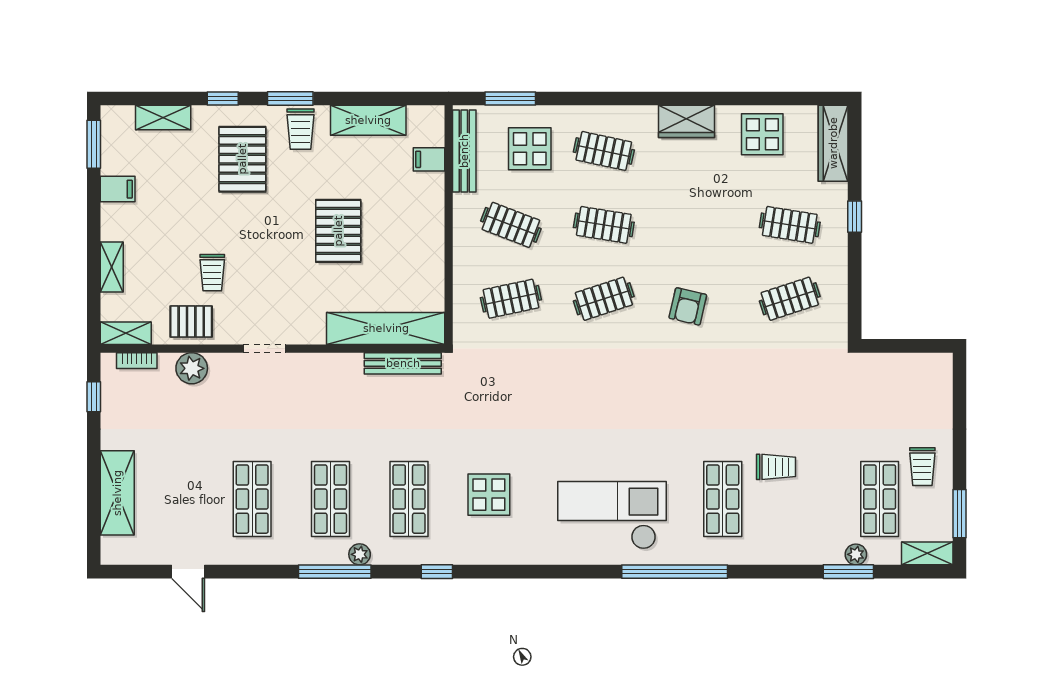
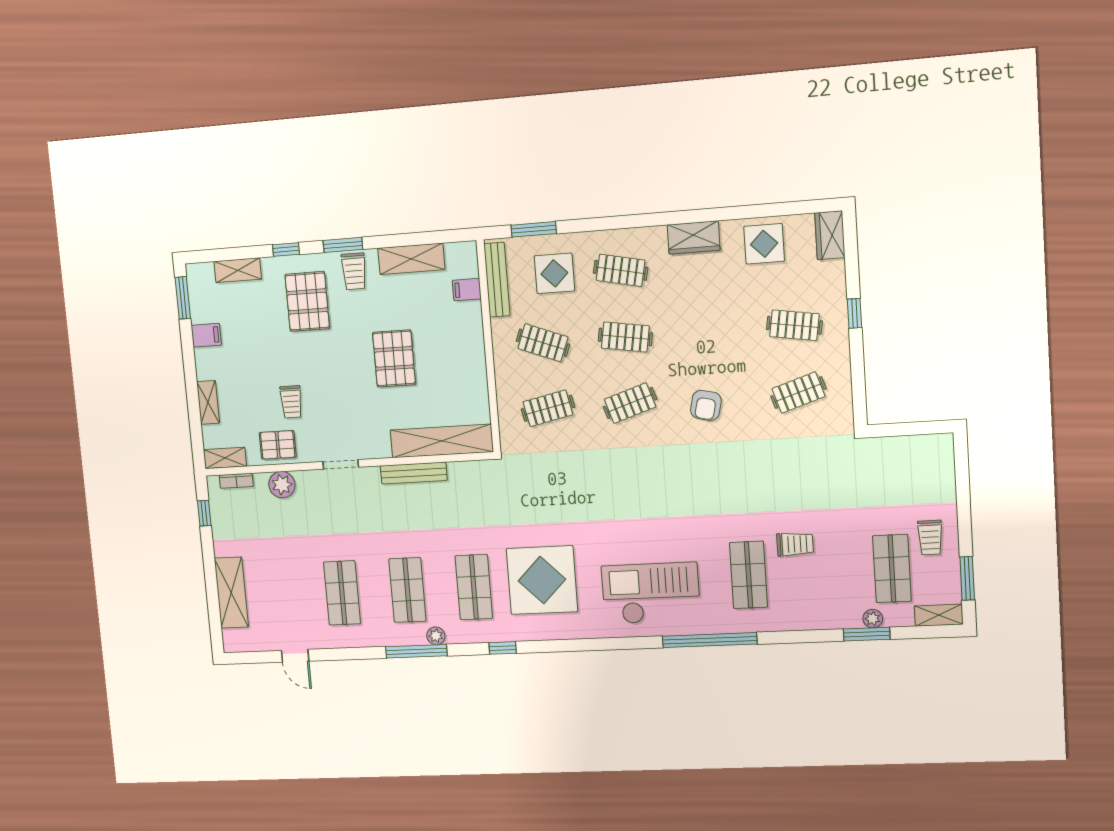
wardrobe: (833, 143) -> (830, 235), width x0.67
bench: (403, 363) -> (414, 473), moved
display table: (489, 495) -> (542, 580), width x1.86, depth x1.86

